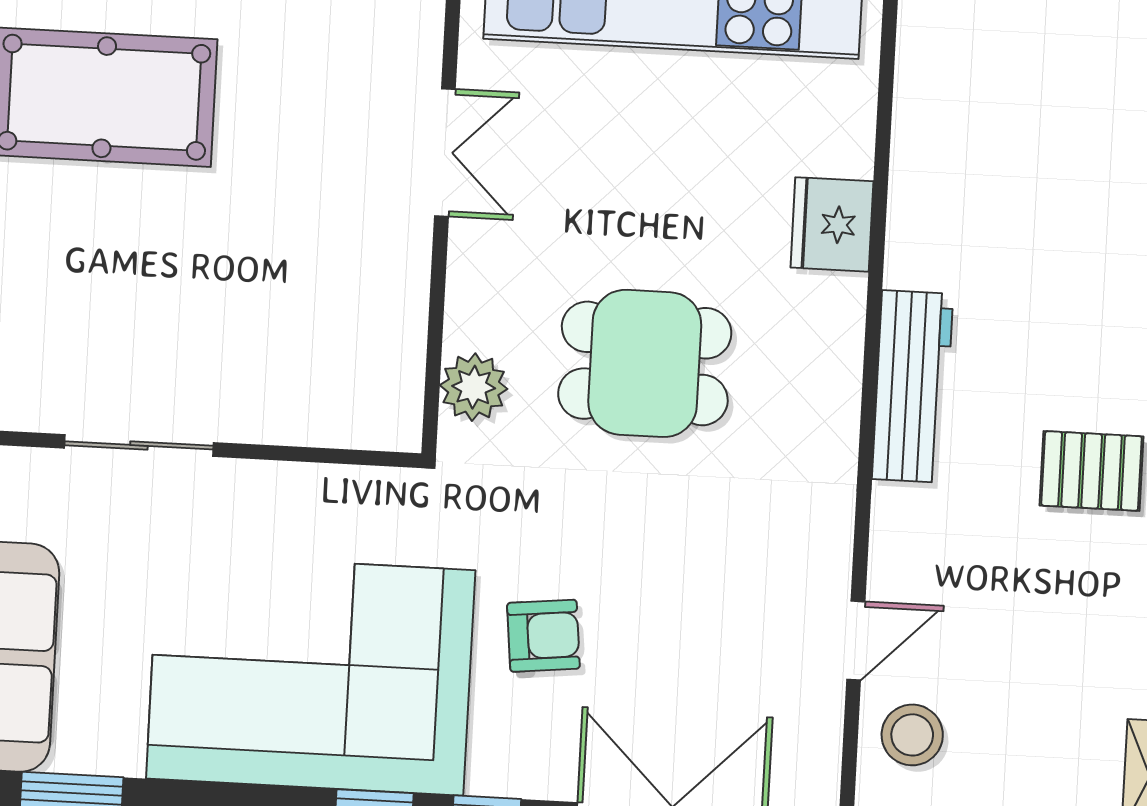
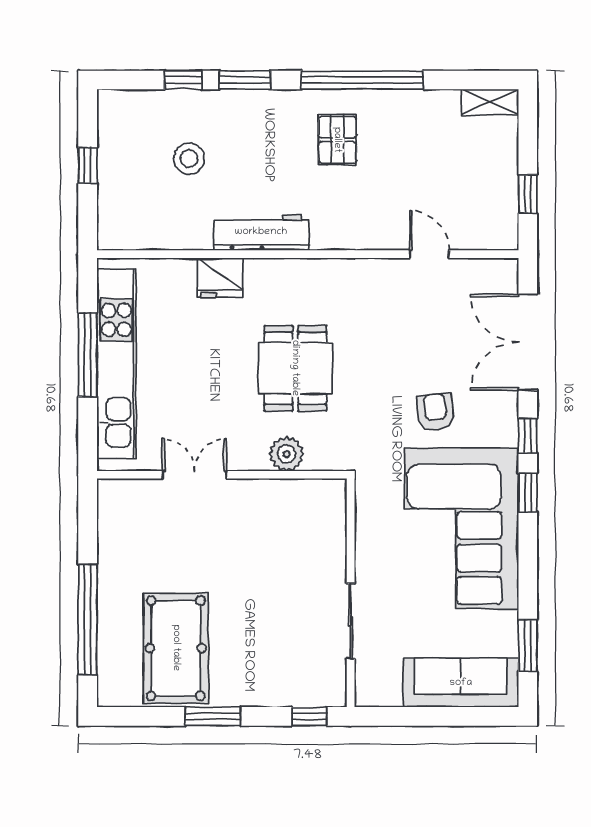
workbench: (913, 386) -> (261, 232), moved
plant: (474, 387) -> (286, 454), moved
stool: (912, 735) -> (189, 159), moved

